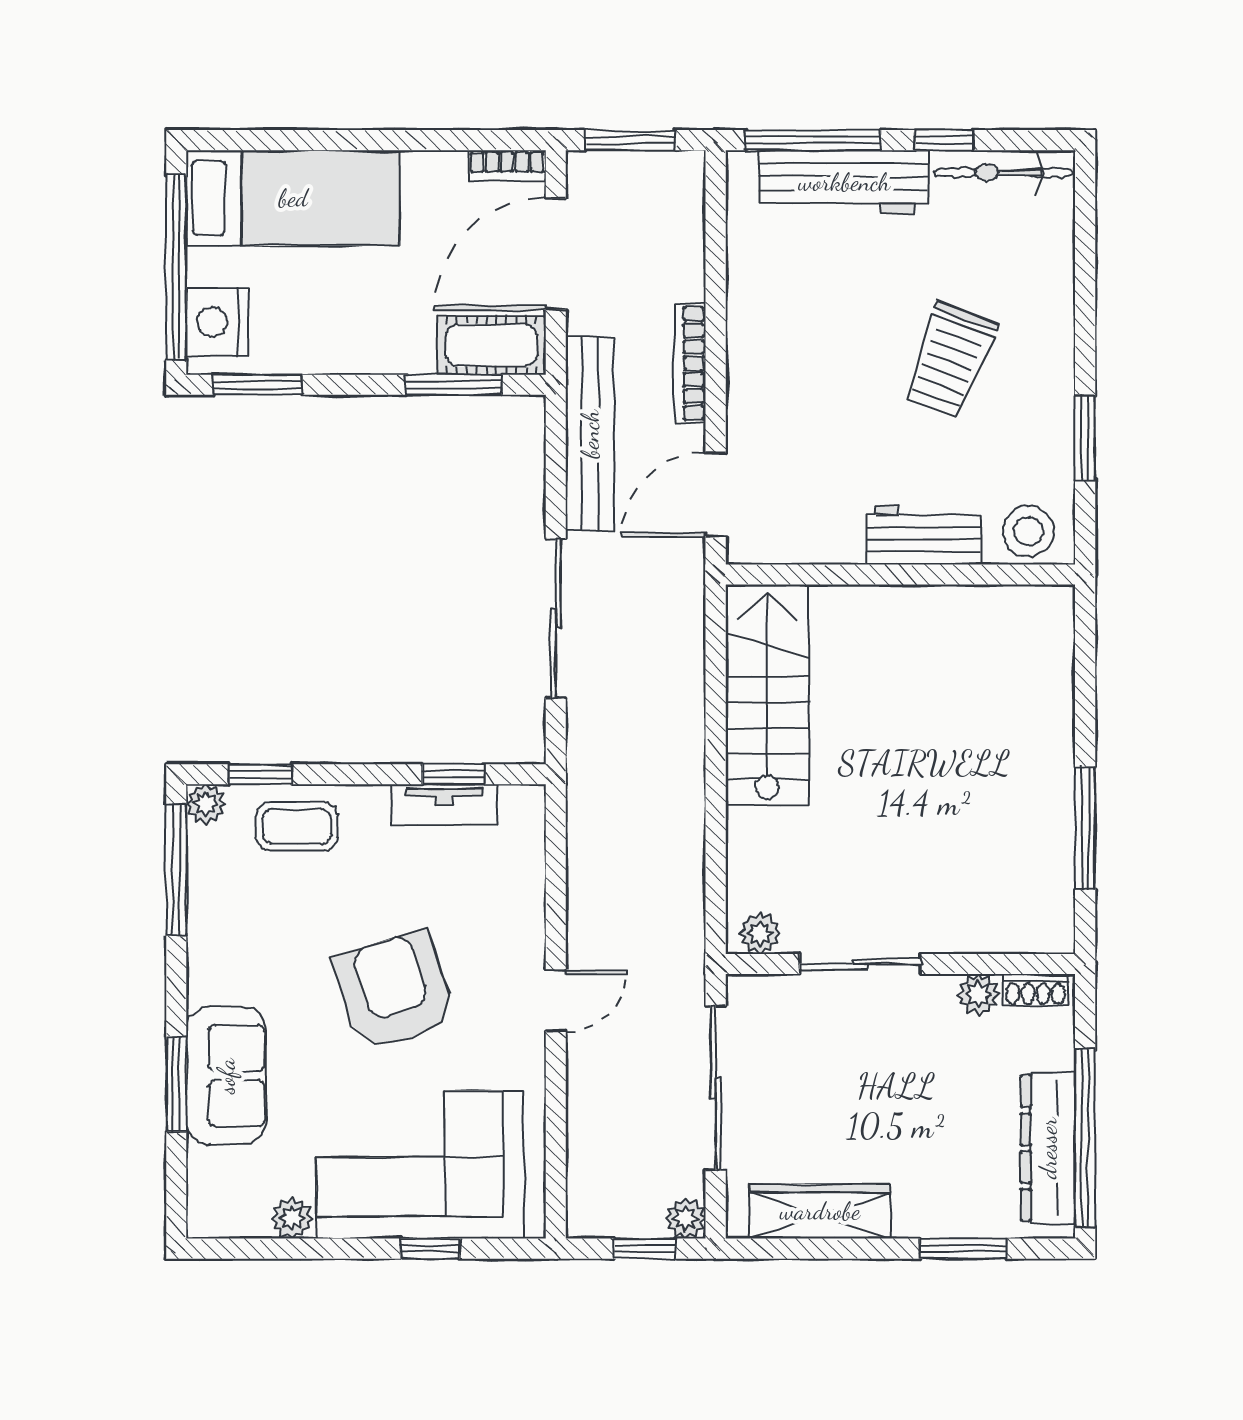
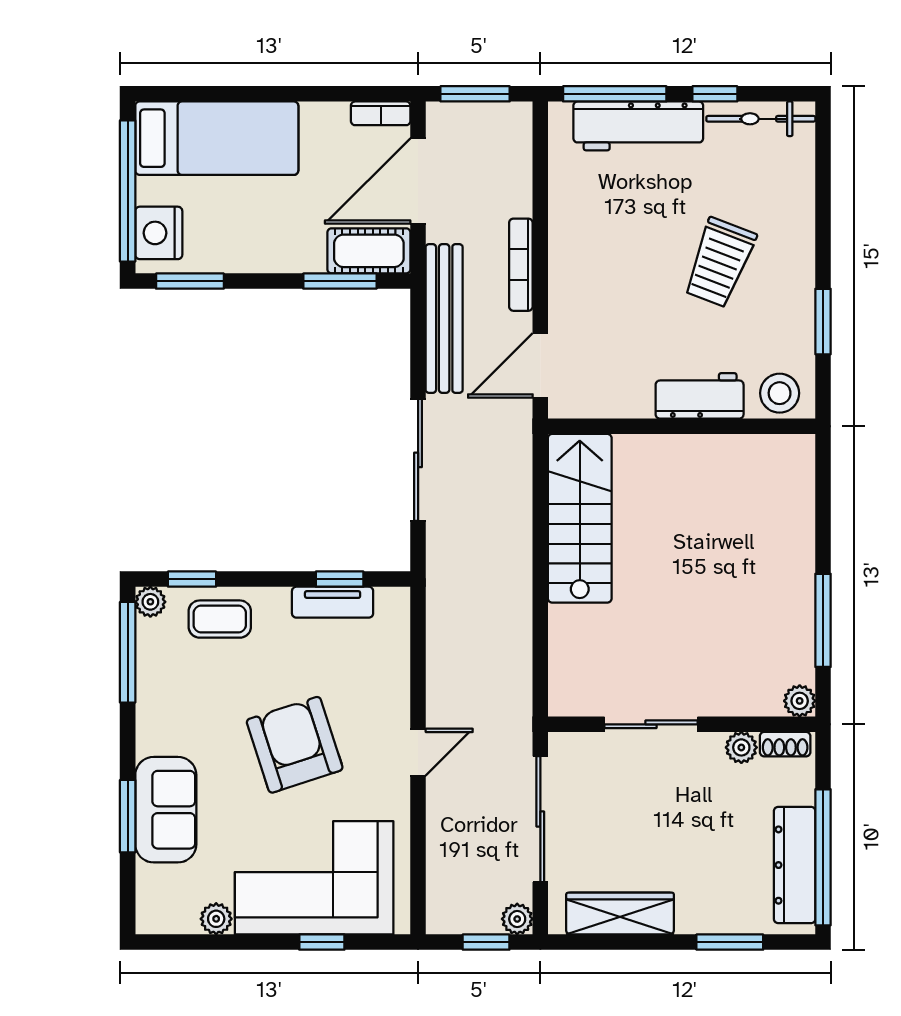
plant: (760, 933) -> (800, 701), moved

